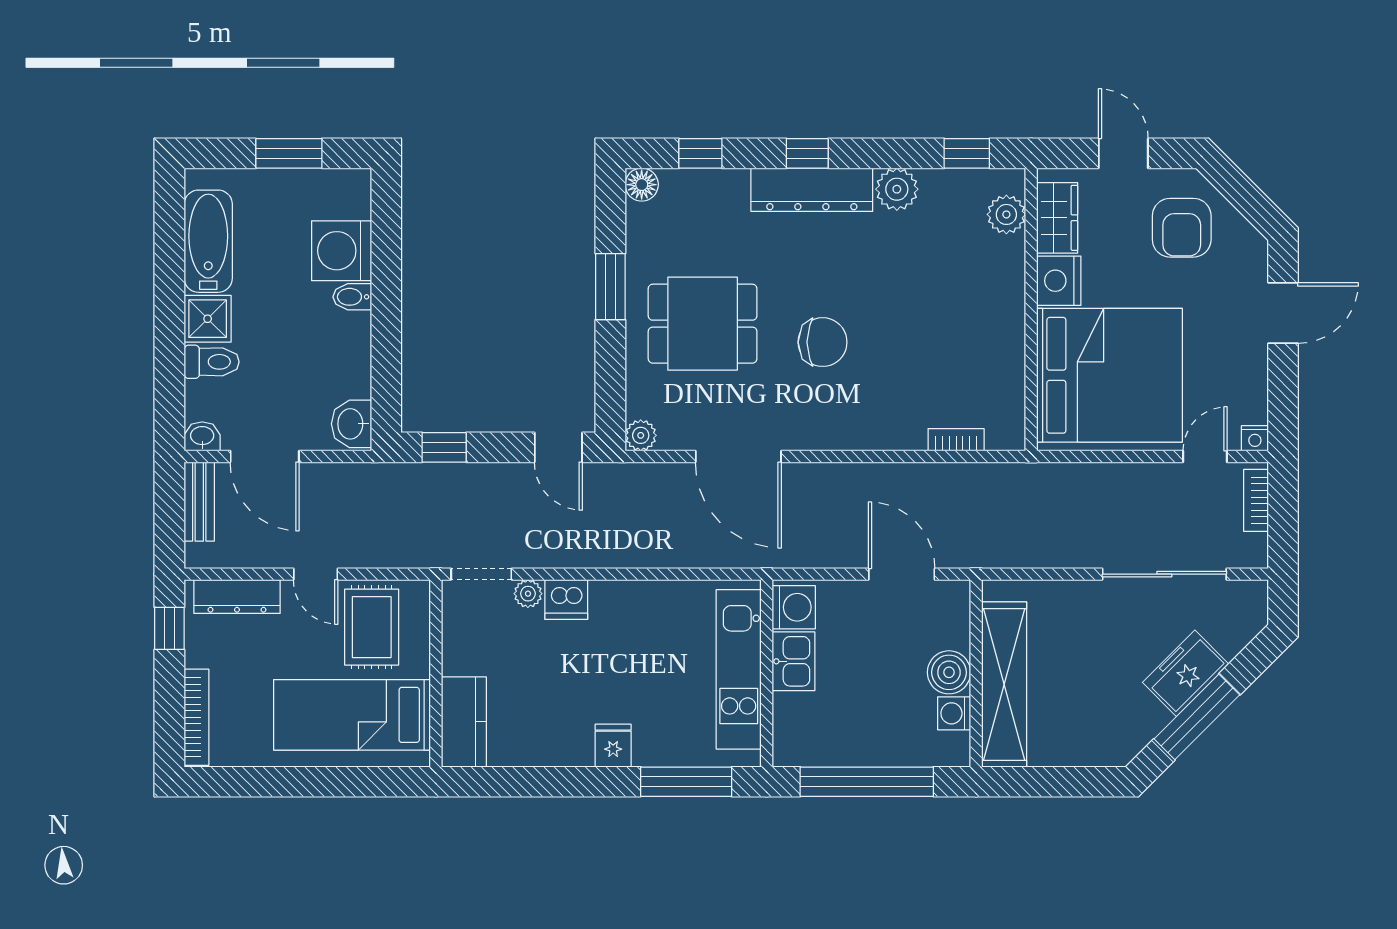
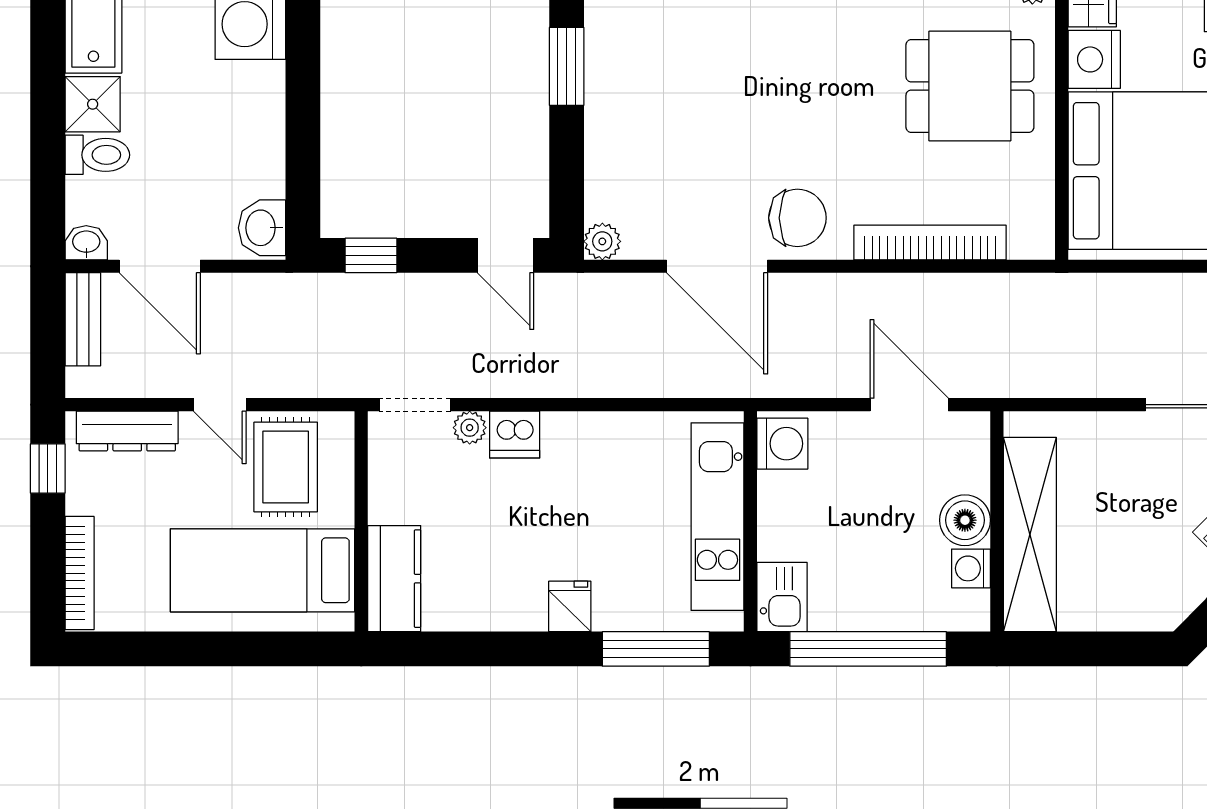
bidet: (352, 297) -> (263, 78), removed
dining table: (703, 324) -> (970, 86), moved
chair: (823, 342) -> (797, 218), moved
bookcase: (956, 440) -> (930, 242), width x2.31, depth x1.31
kitchen sink: (793, 661) -> (782, 597), moved

